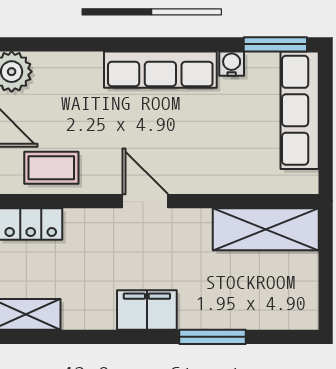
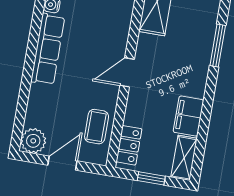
filing cabinet: (147, 310) -> (189, 116), moved

